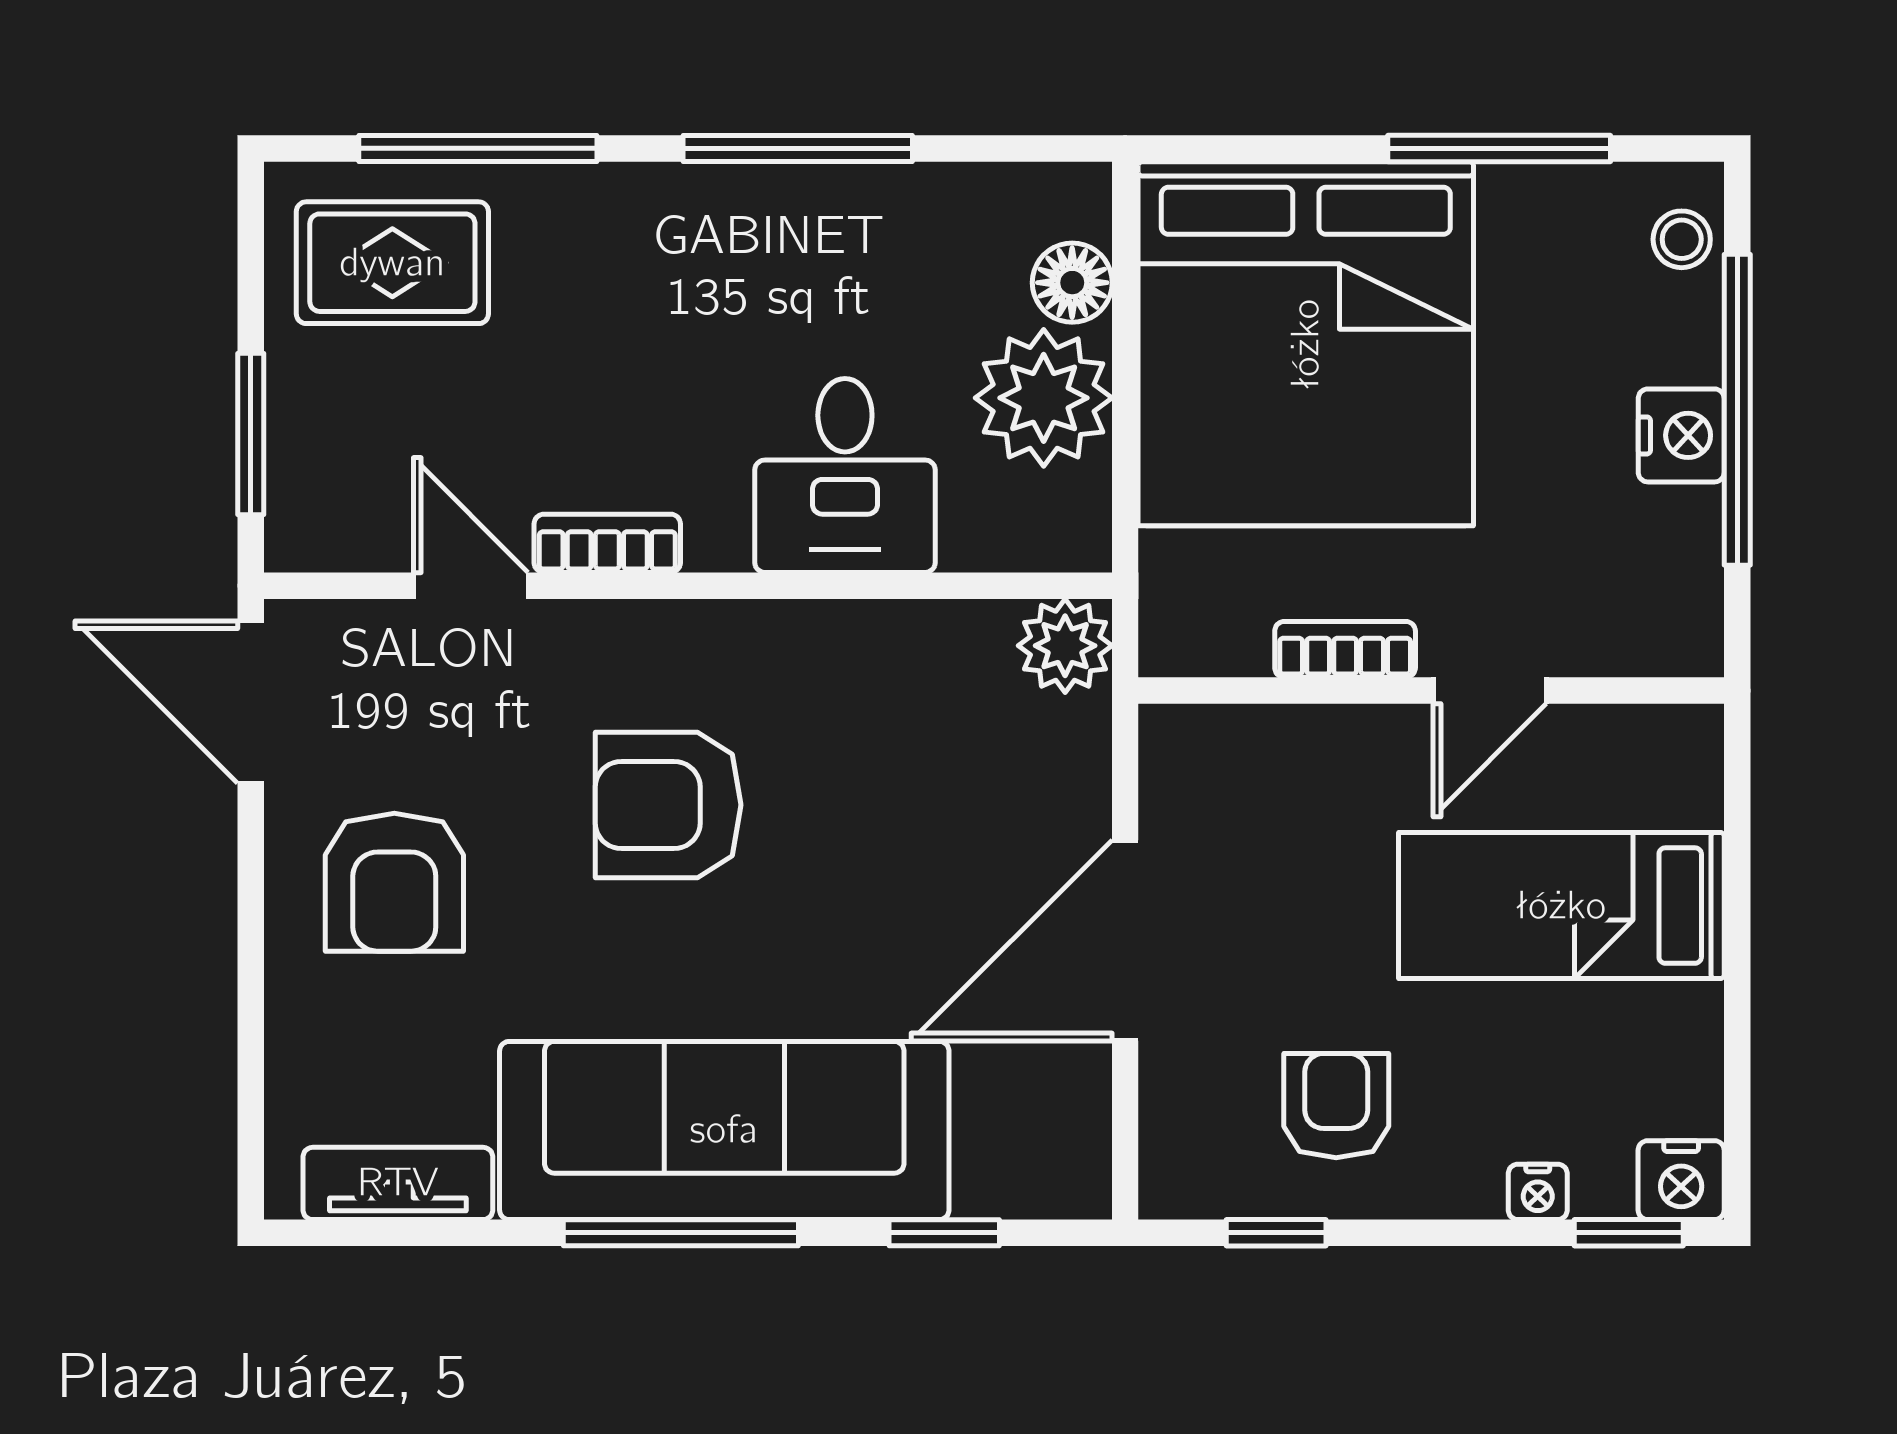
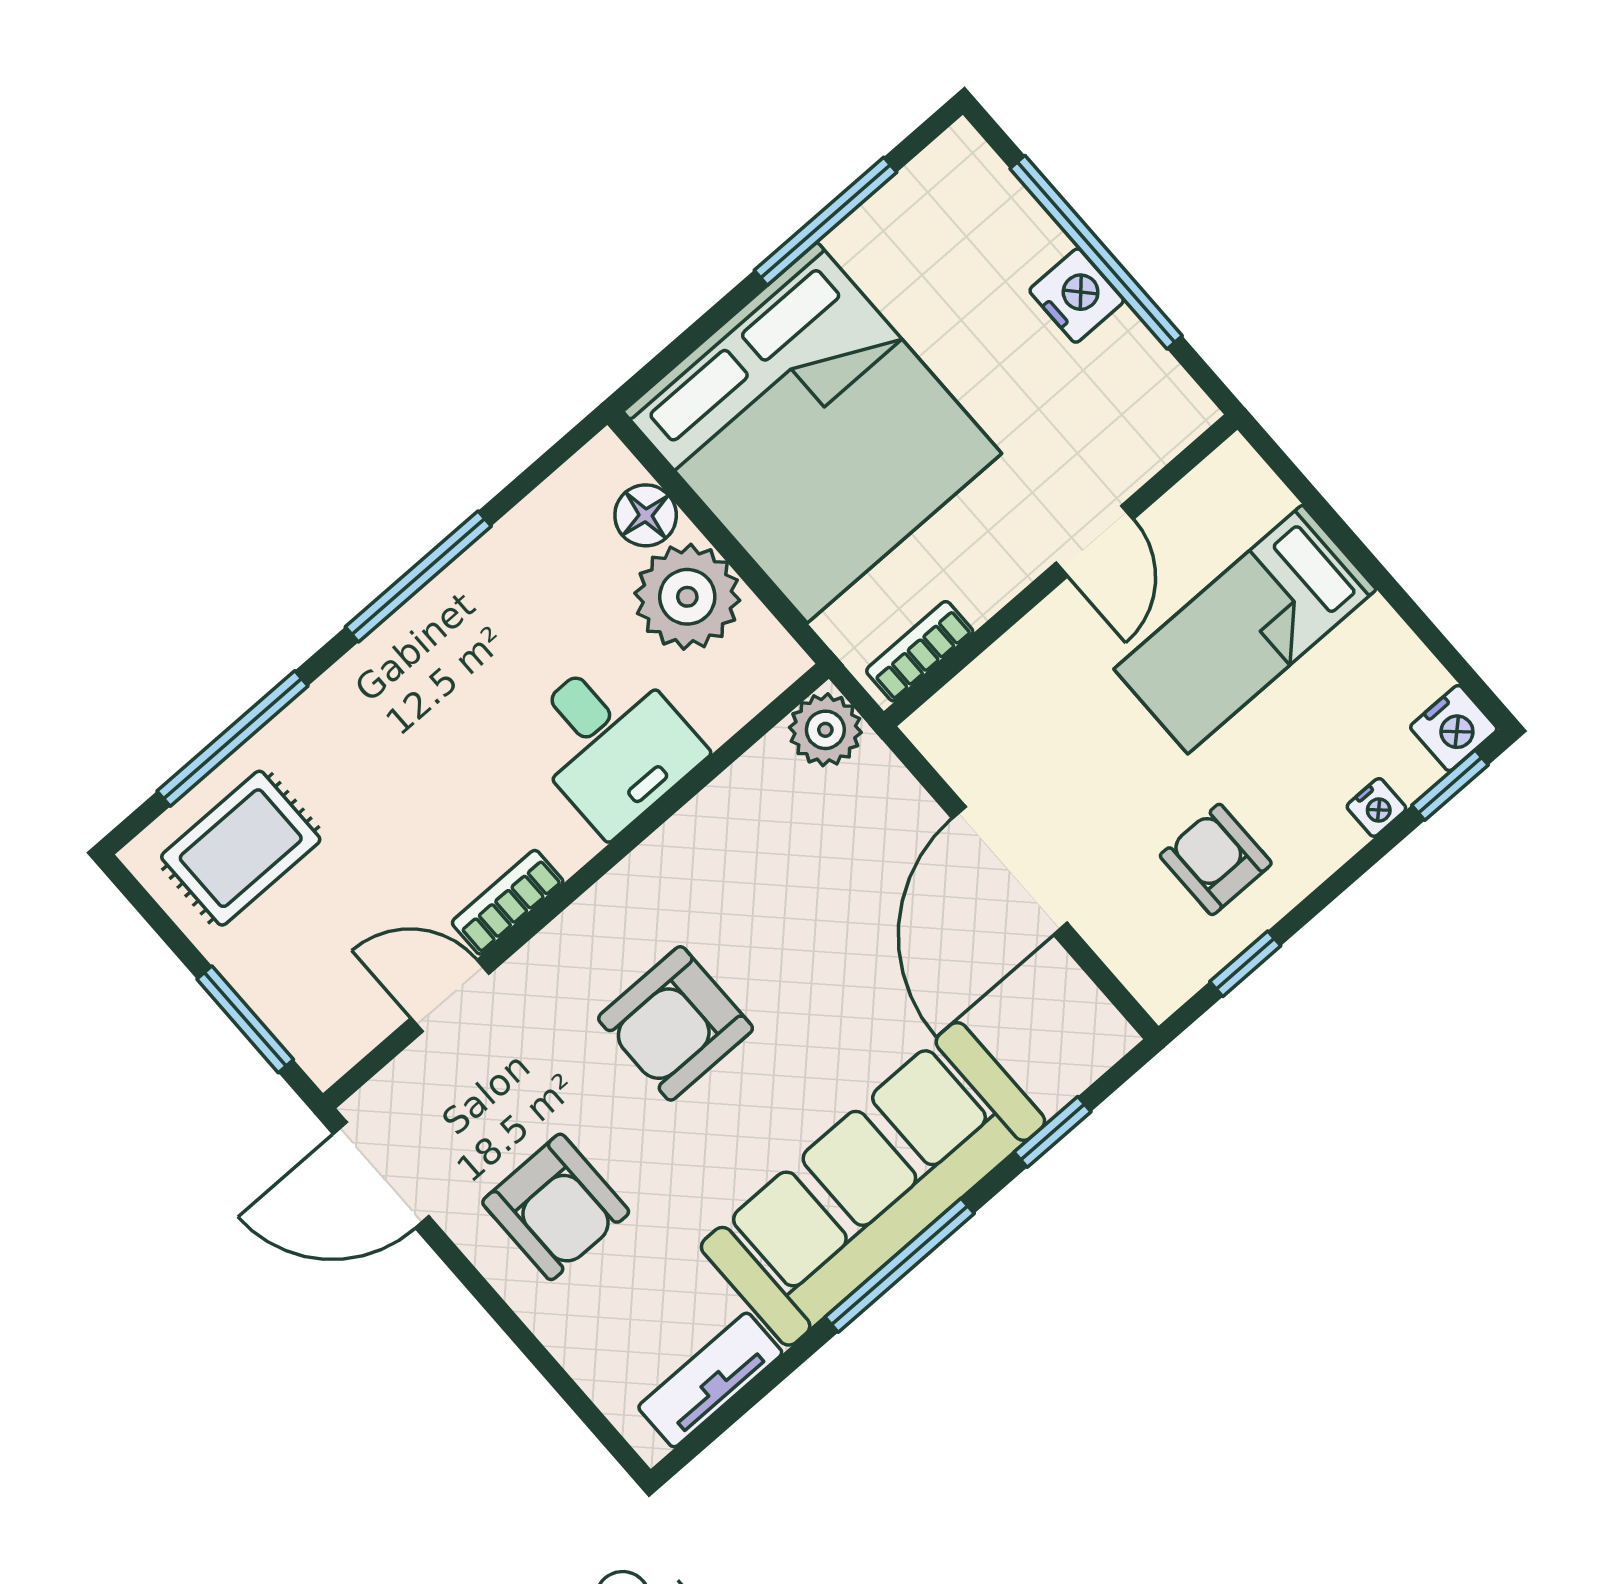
stool: (1682, 239) -> (978, 181), removed
bookcase: (1345, 649) -> (920, 651), moved

